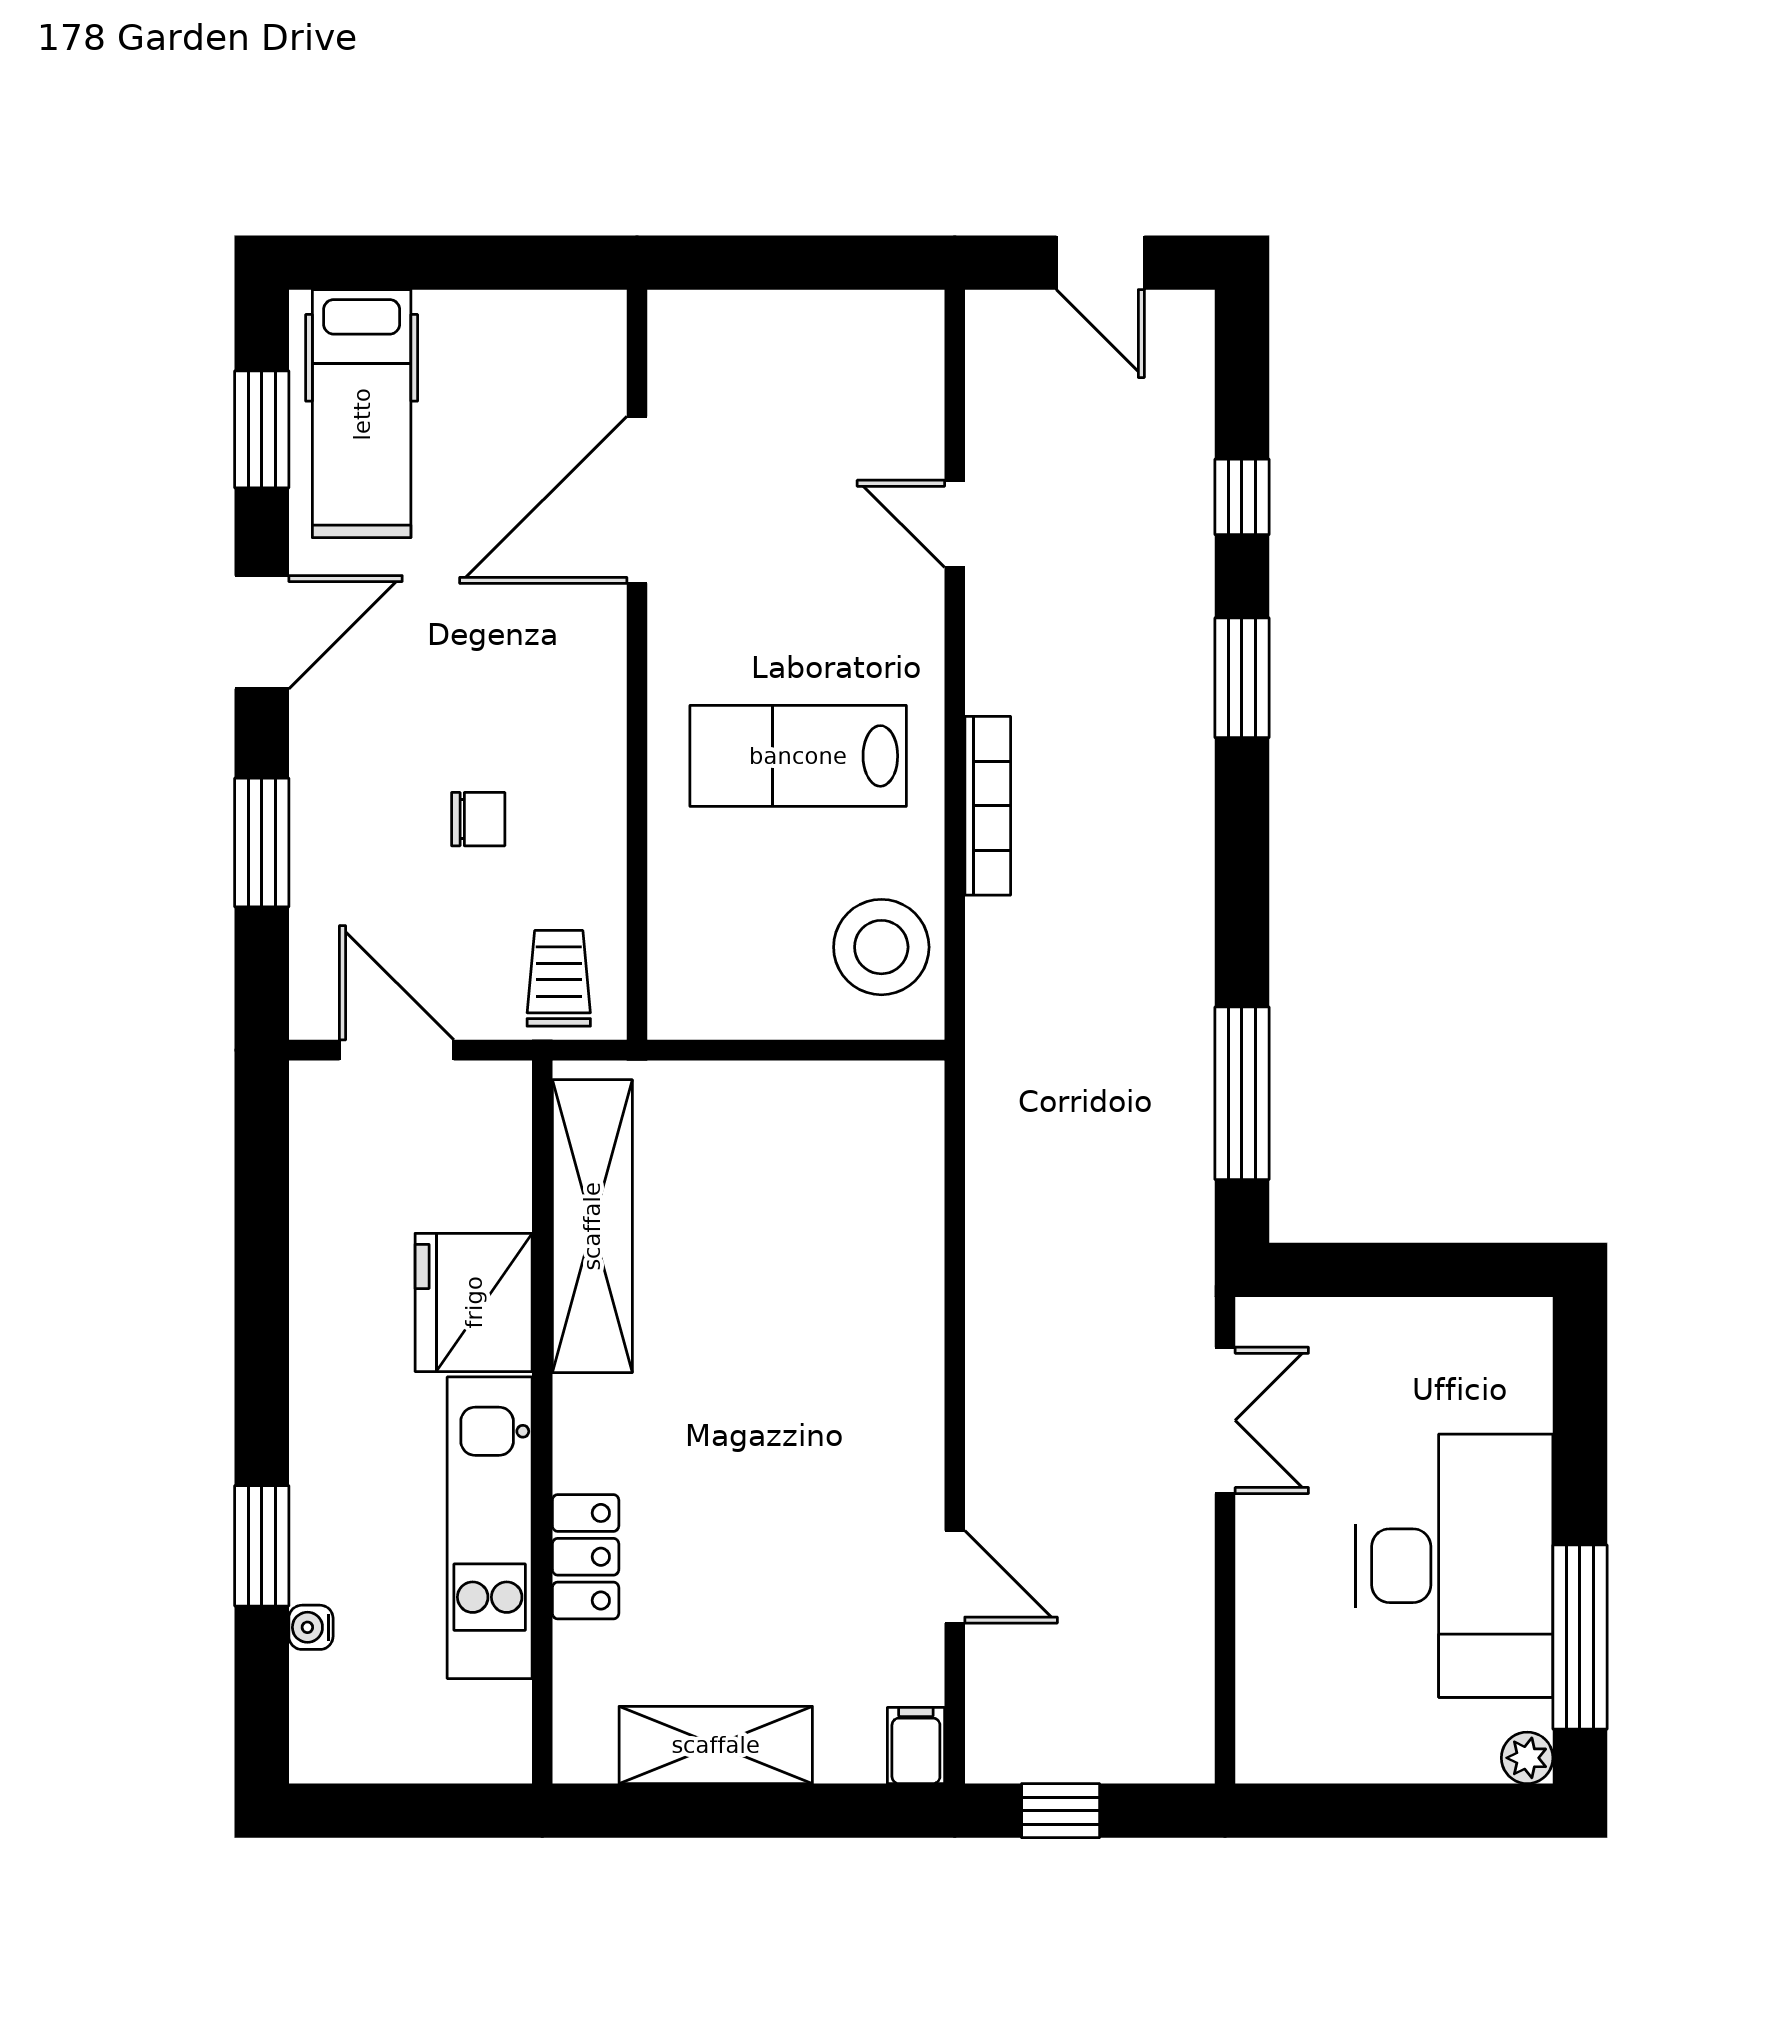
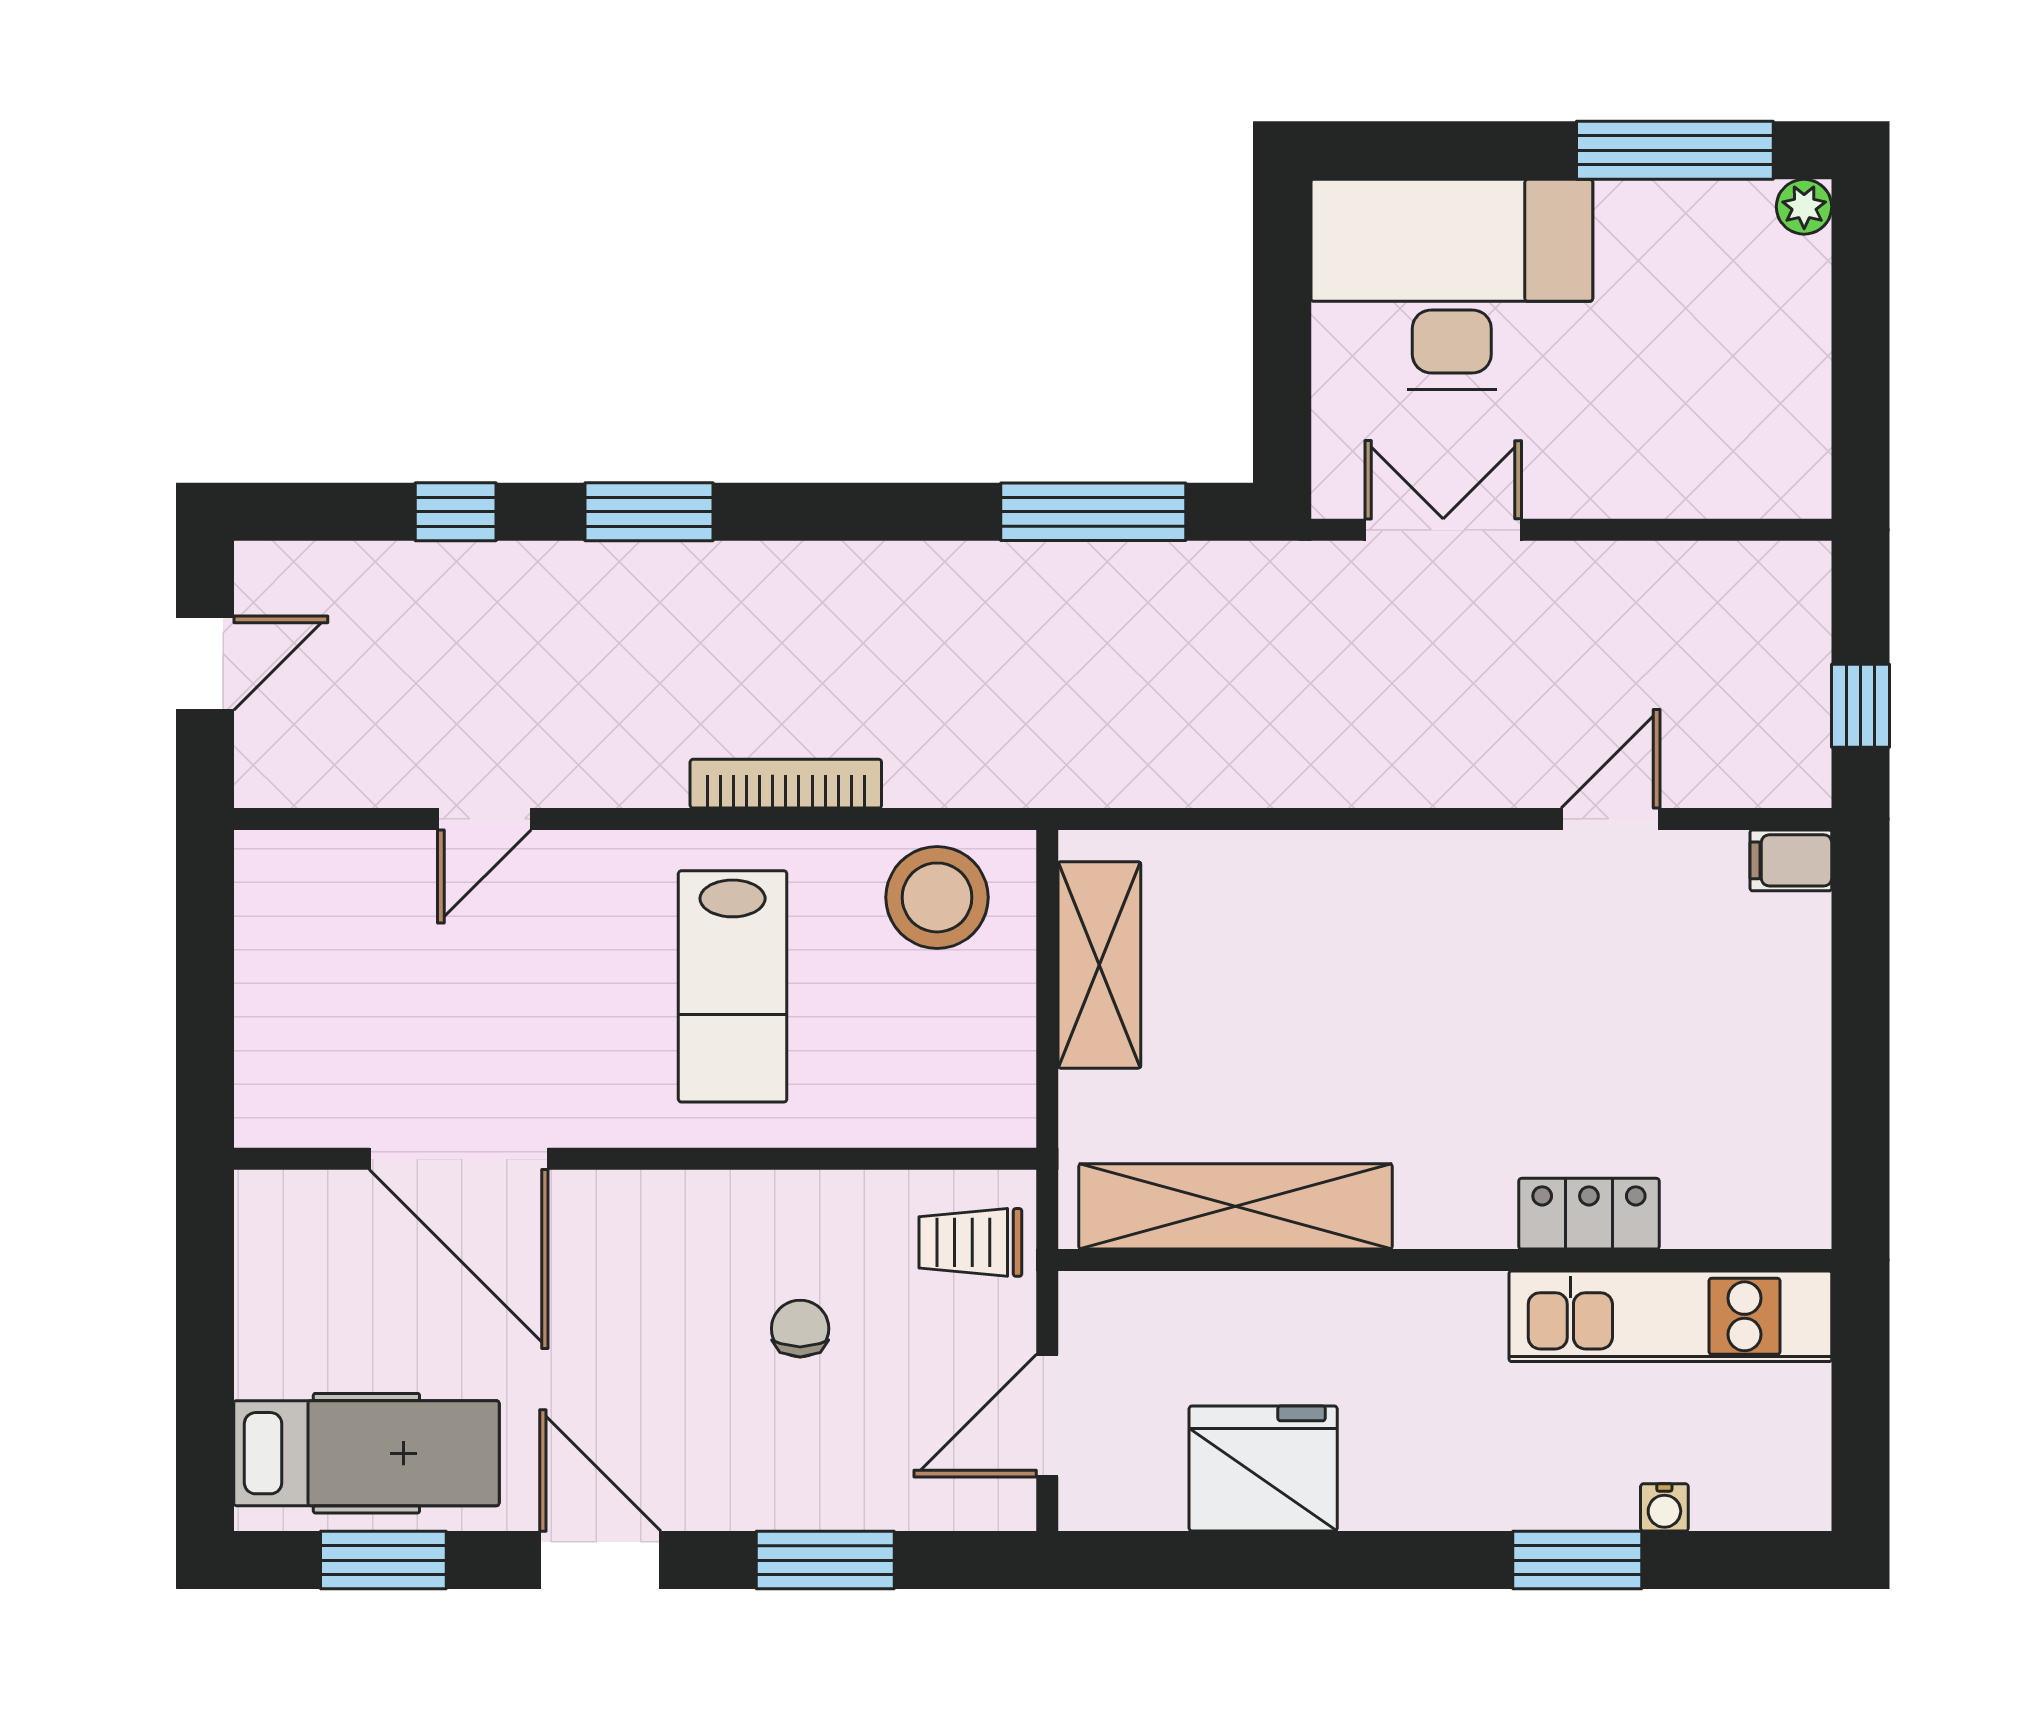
fridge: (474, 1302) -> (1263, 1468), moved, turned 180
kitchen unit: (490, 1528) -> (1670, 1316), moved
desk: (1454, 1566) -> (1452, 285), moved
shelving: (716, 1745) -> (1099, 965), moved

